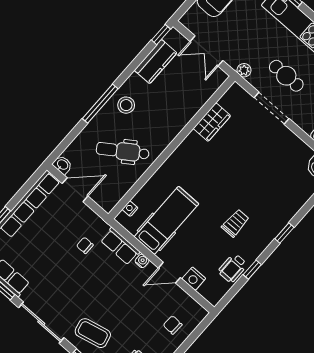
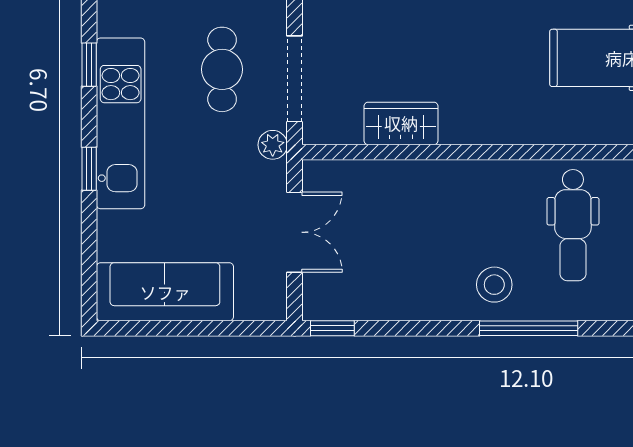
kitchen counter: (156, 62) -> (383, 299), removed
doorway: (272, 108) -> (295, 79), moved
dental chair: (123, 151) -> (573, 225), turned 34

